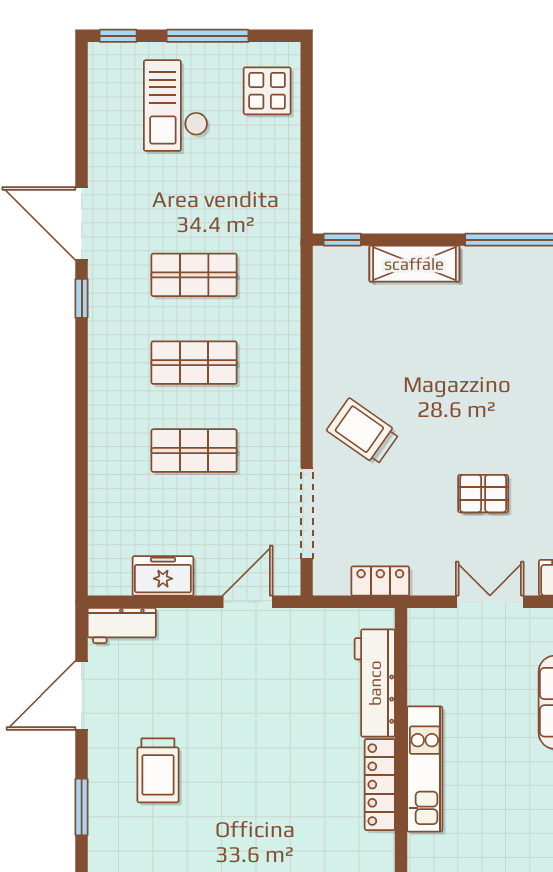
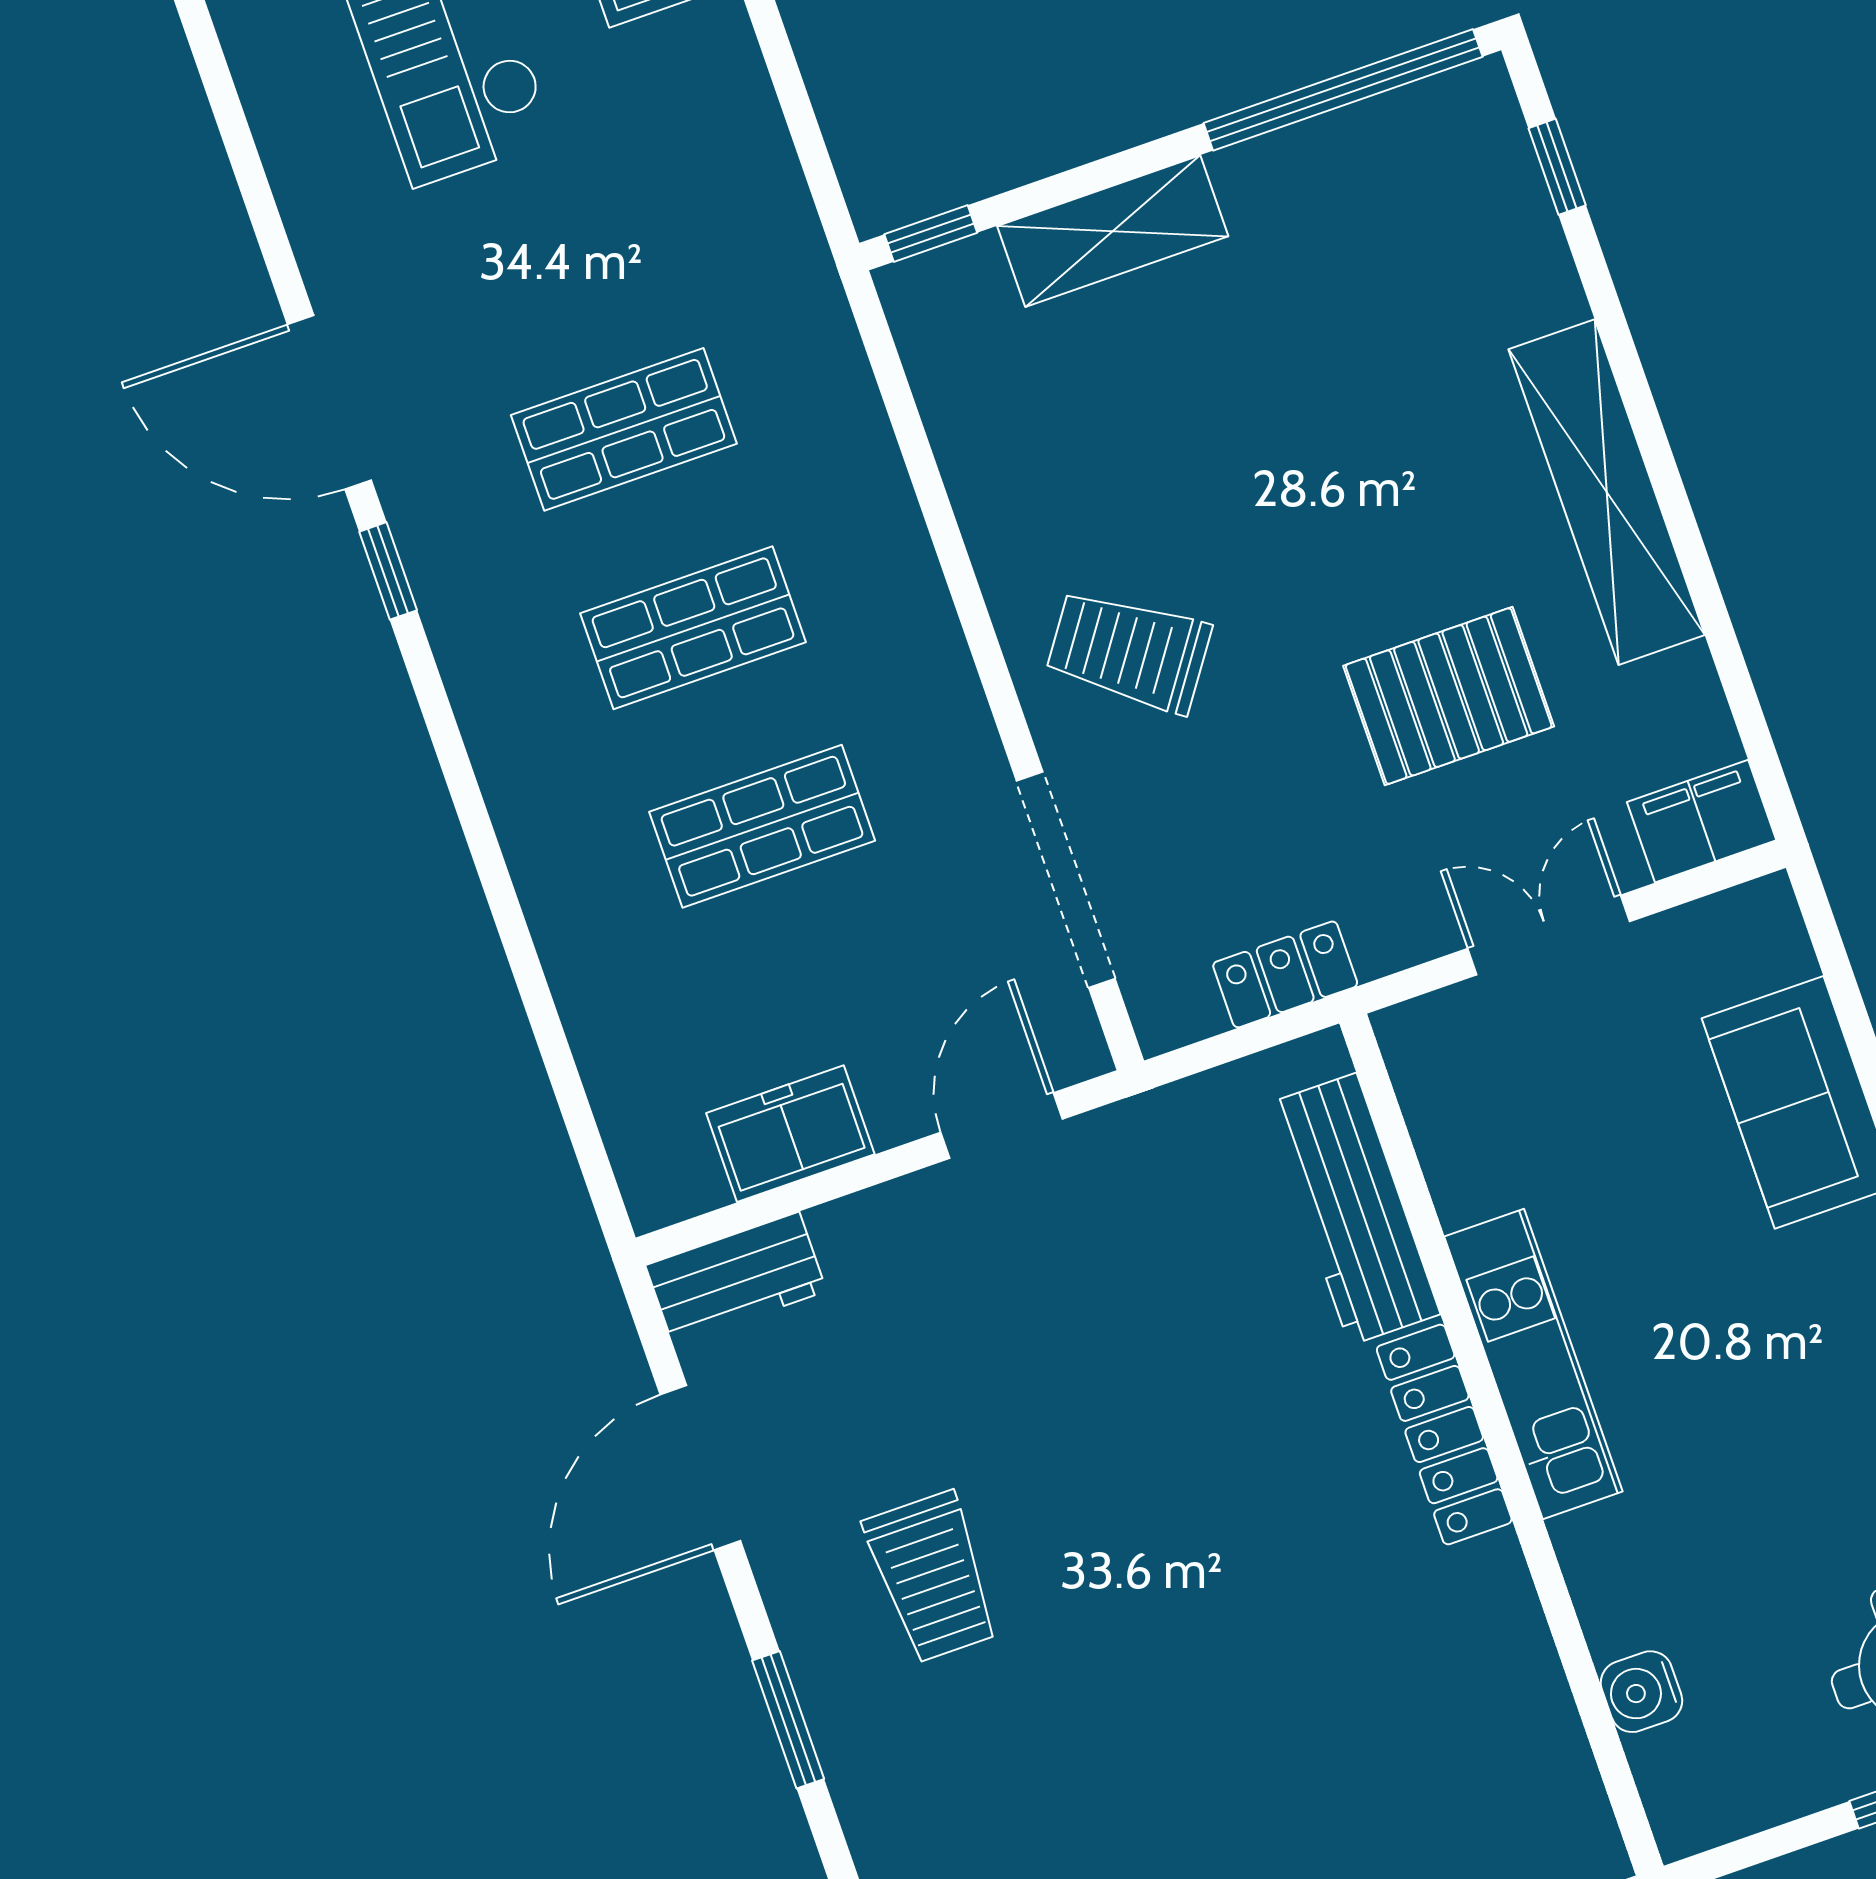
pallet: (483, 494) -> (1449, 696), width x1.50, depth x1.42

